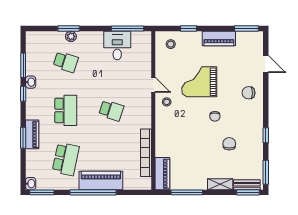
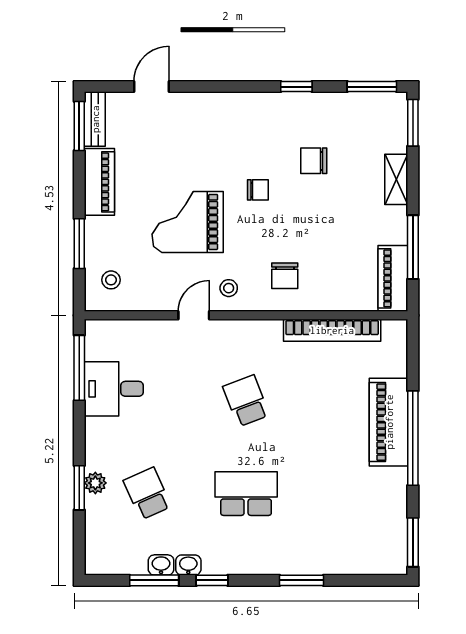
window: (189, 29) -> (79, 244), width x1.50
school desk: (66, 62) -> (147, 494), turned -42
grand piano: (199, 82) -> (188, 222), turned 90
chair: (249, 93) -> (285, 276), moved
school desk: (111, 110) -> (246, 401), turned -39
piano: (32, 134) -> (295, 562), removed
school desk: (66, 159) -> (345, 494), removed
piano: (162, 174) -> (393, 278), moved, turned -90
washbasin: (31, 184) -> (161, 565), moved
bench: (247, 185) -> (95, 119), moved

